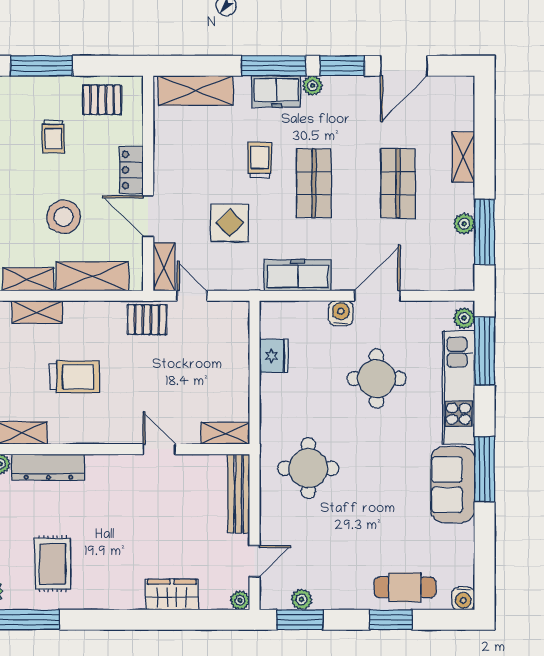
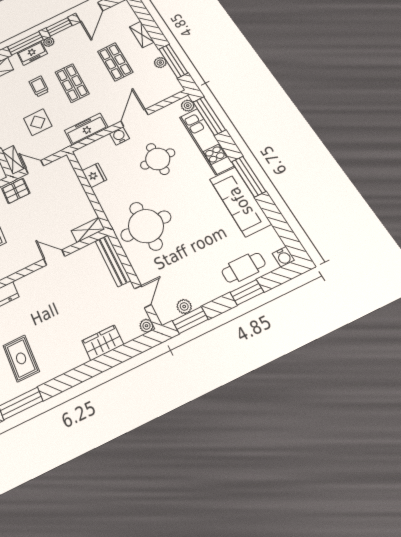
round table: (308, 468) -> (146, 226), width x1.36, depth x1.36
sofa: (453, 485) -> (240, 201), width x1.36

